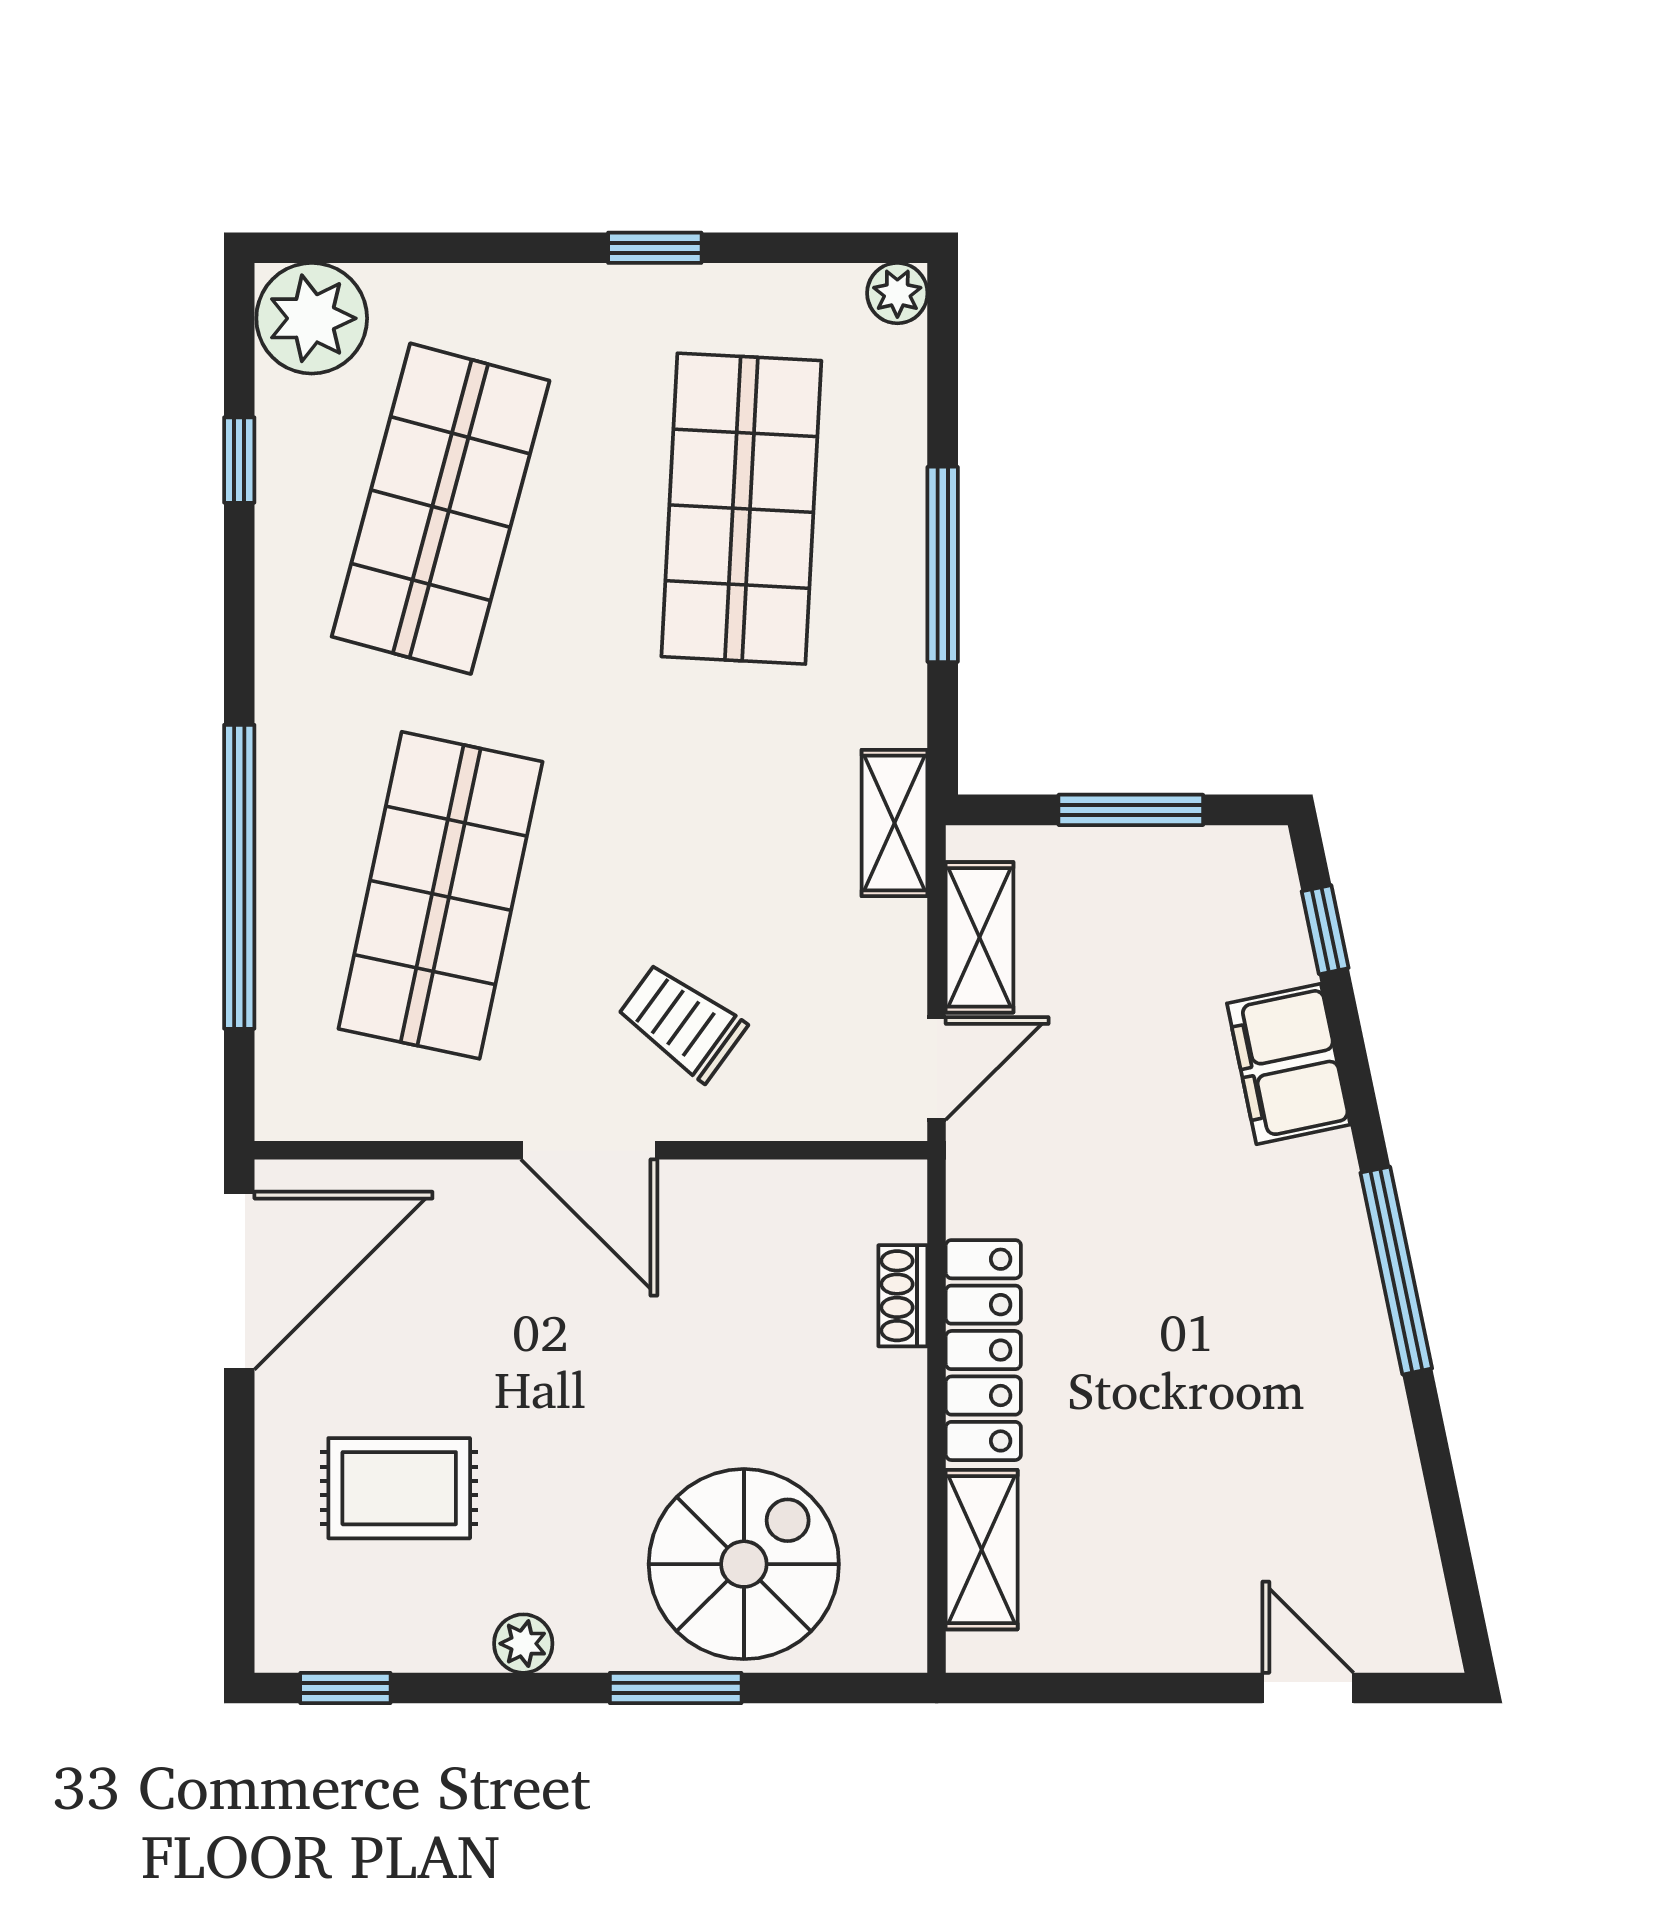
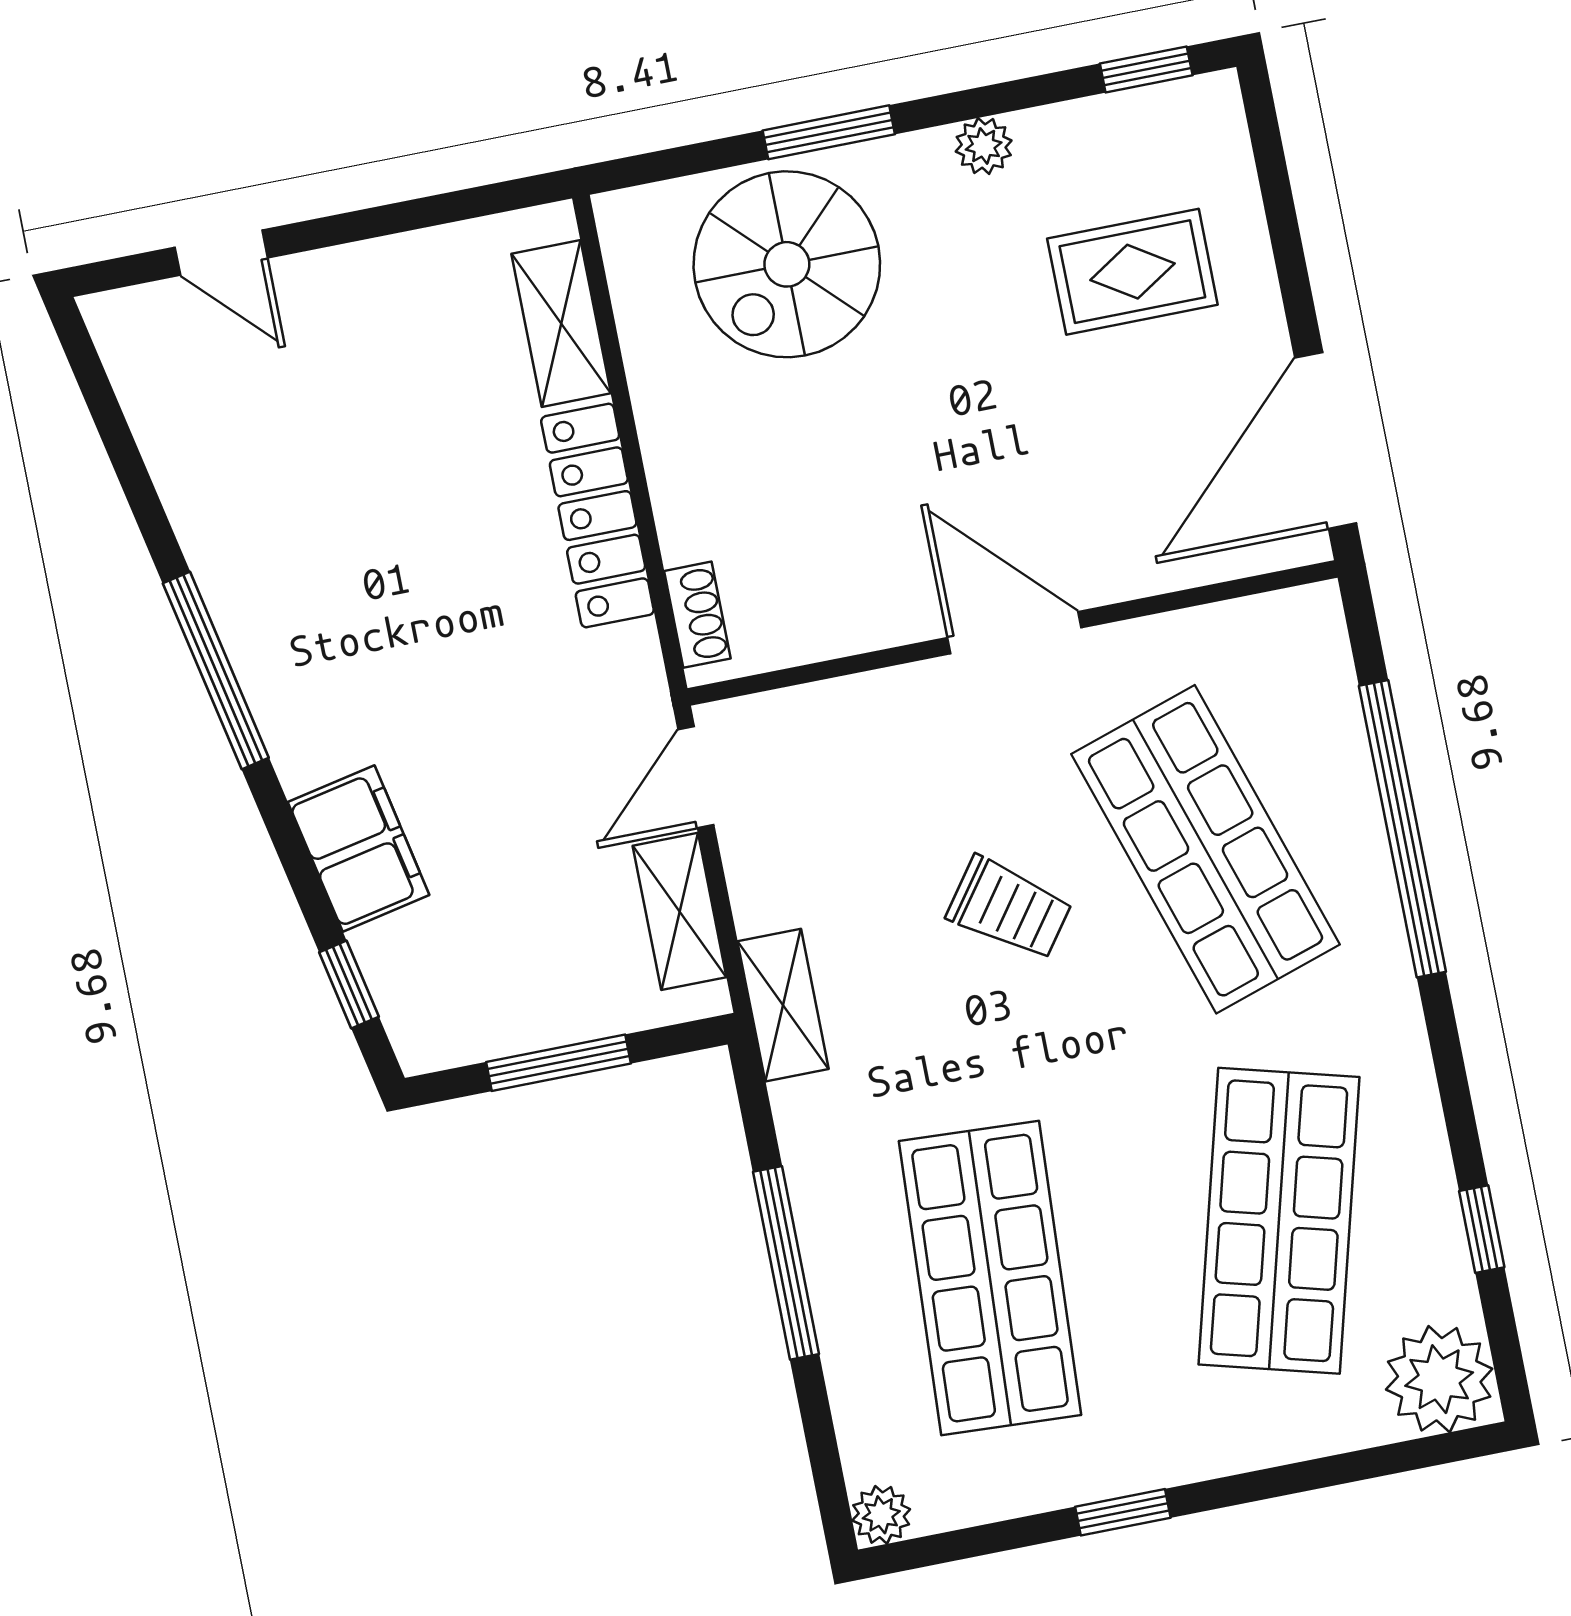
shop shelf: (441, 895) -> (1206, 849), turned -30
trolley: (682, 1022) -> (1009, 908), moved
shoe rack: (903, 1296) -> (697, 615), moved

